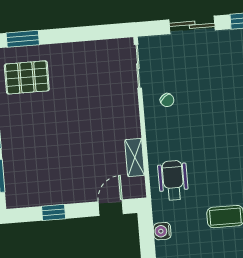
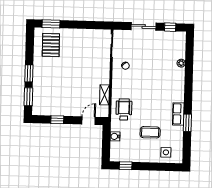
pallet: (27, 77) -> (51, 45), turned 90

